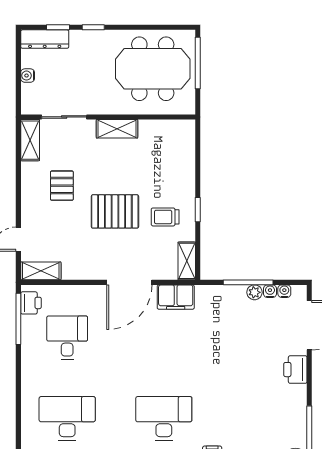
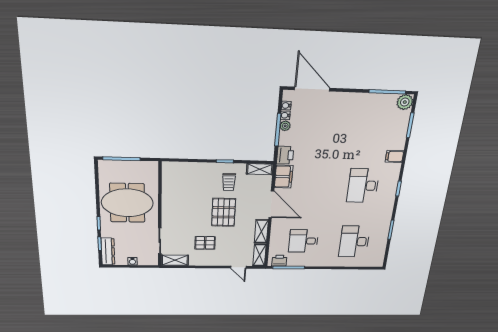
meeting table: (153, 69) -> (127, 203), moved, turned 90
shelving: (117, 129) -> (261, 231), moved
printer: (295, 370) -> (285, 155), moved, turned -90

